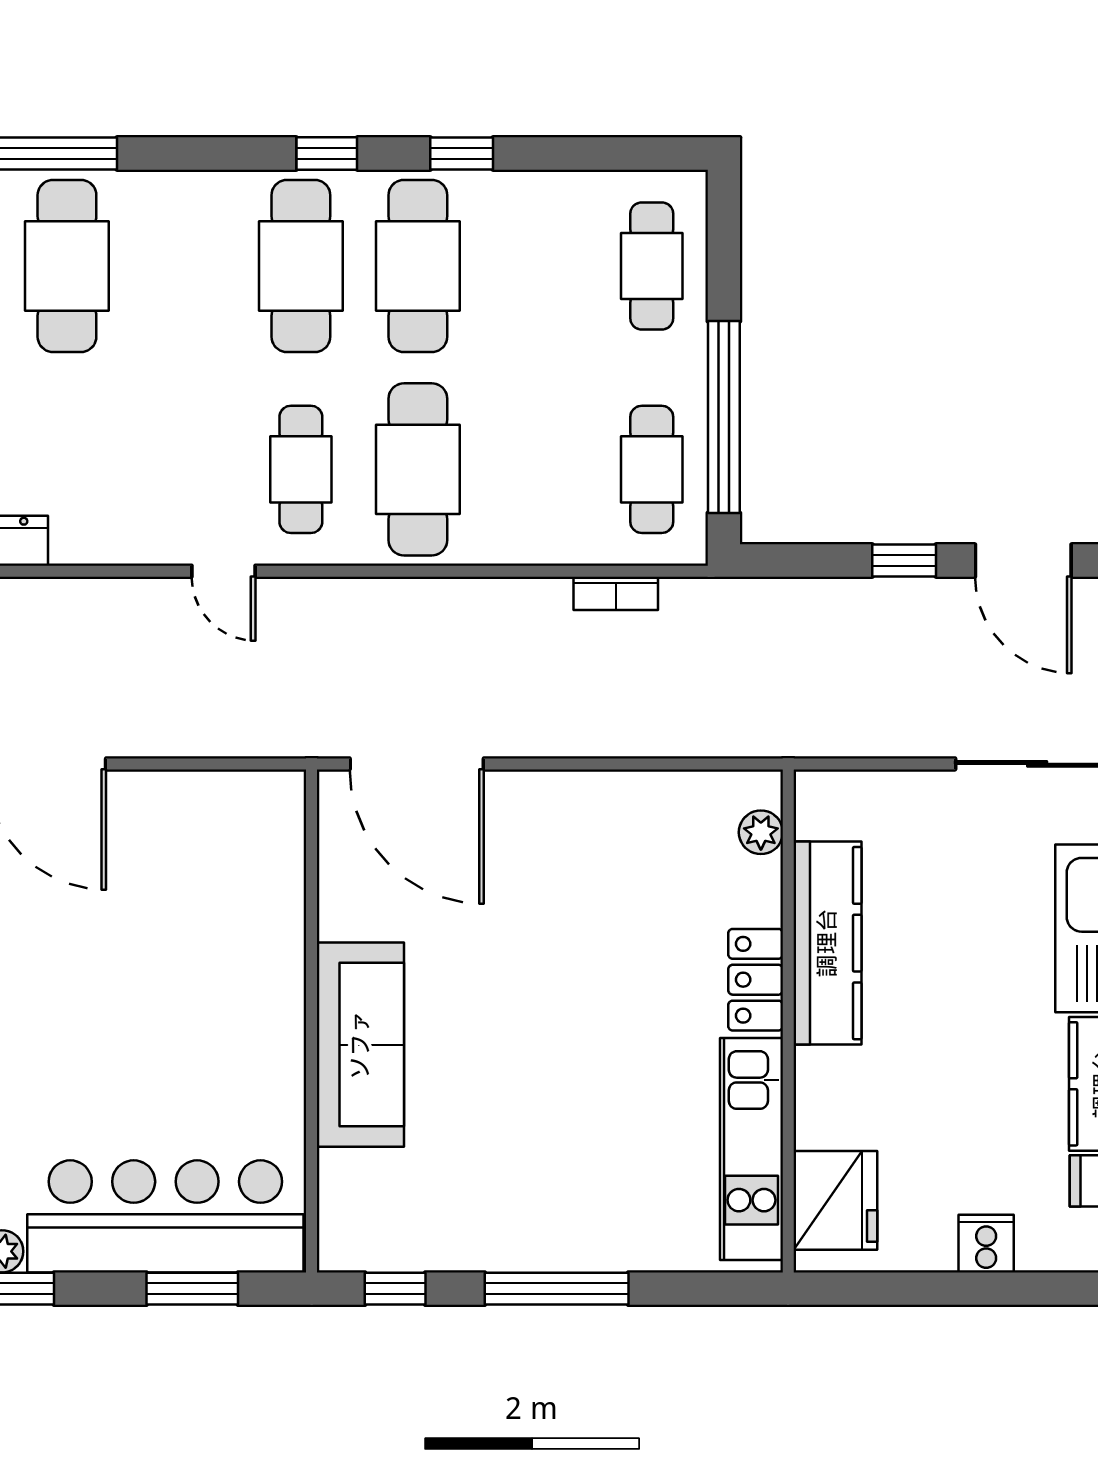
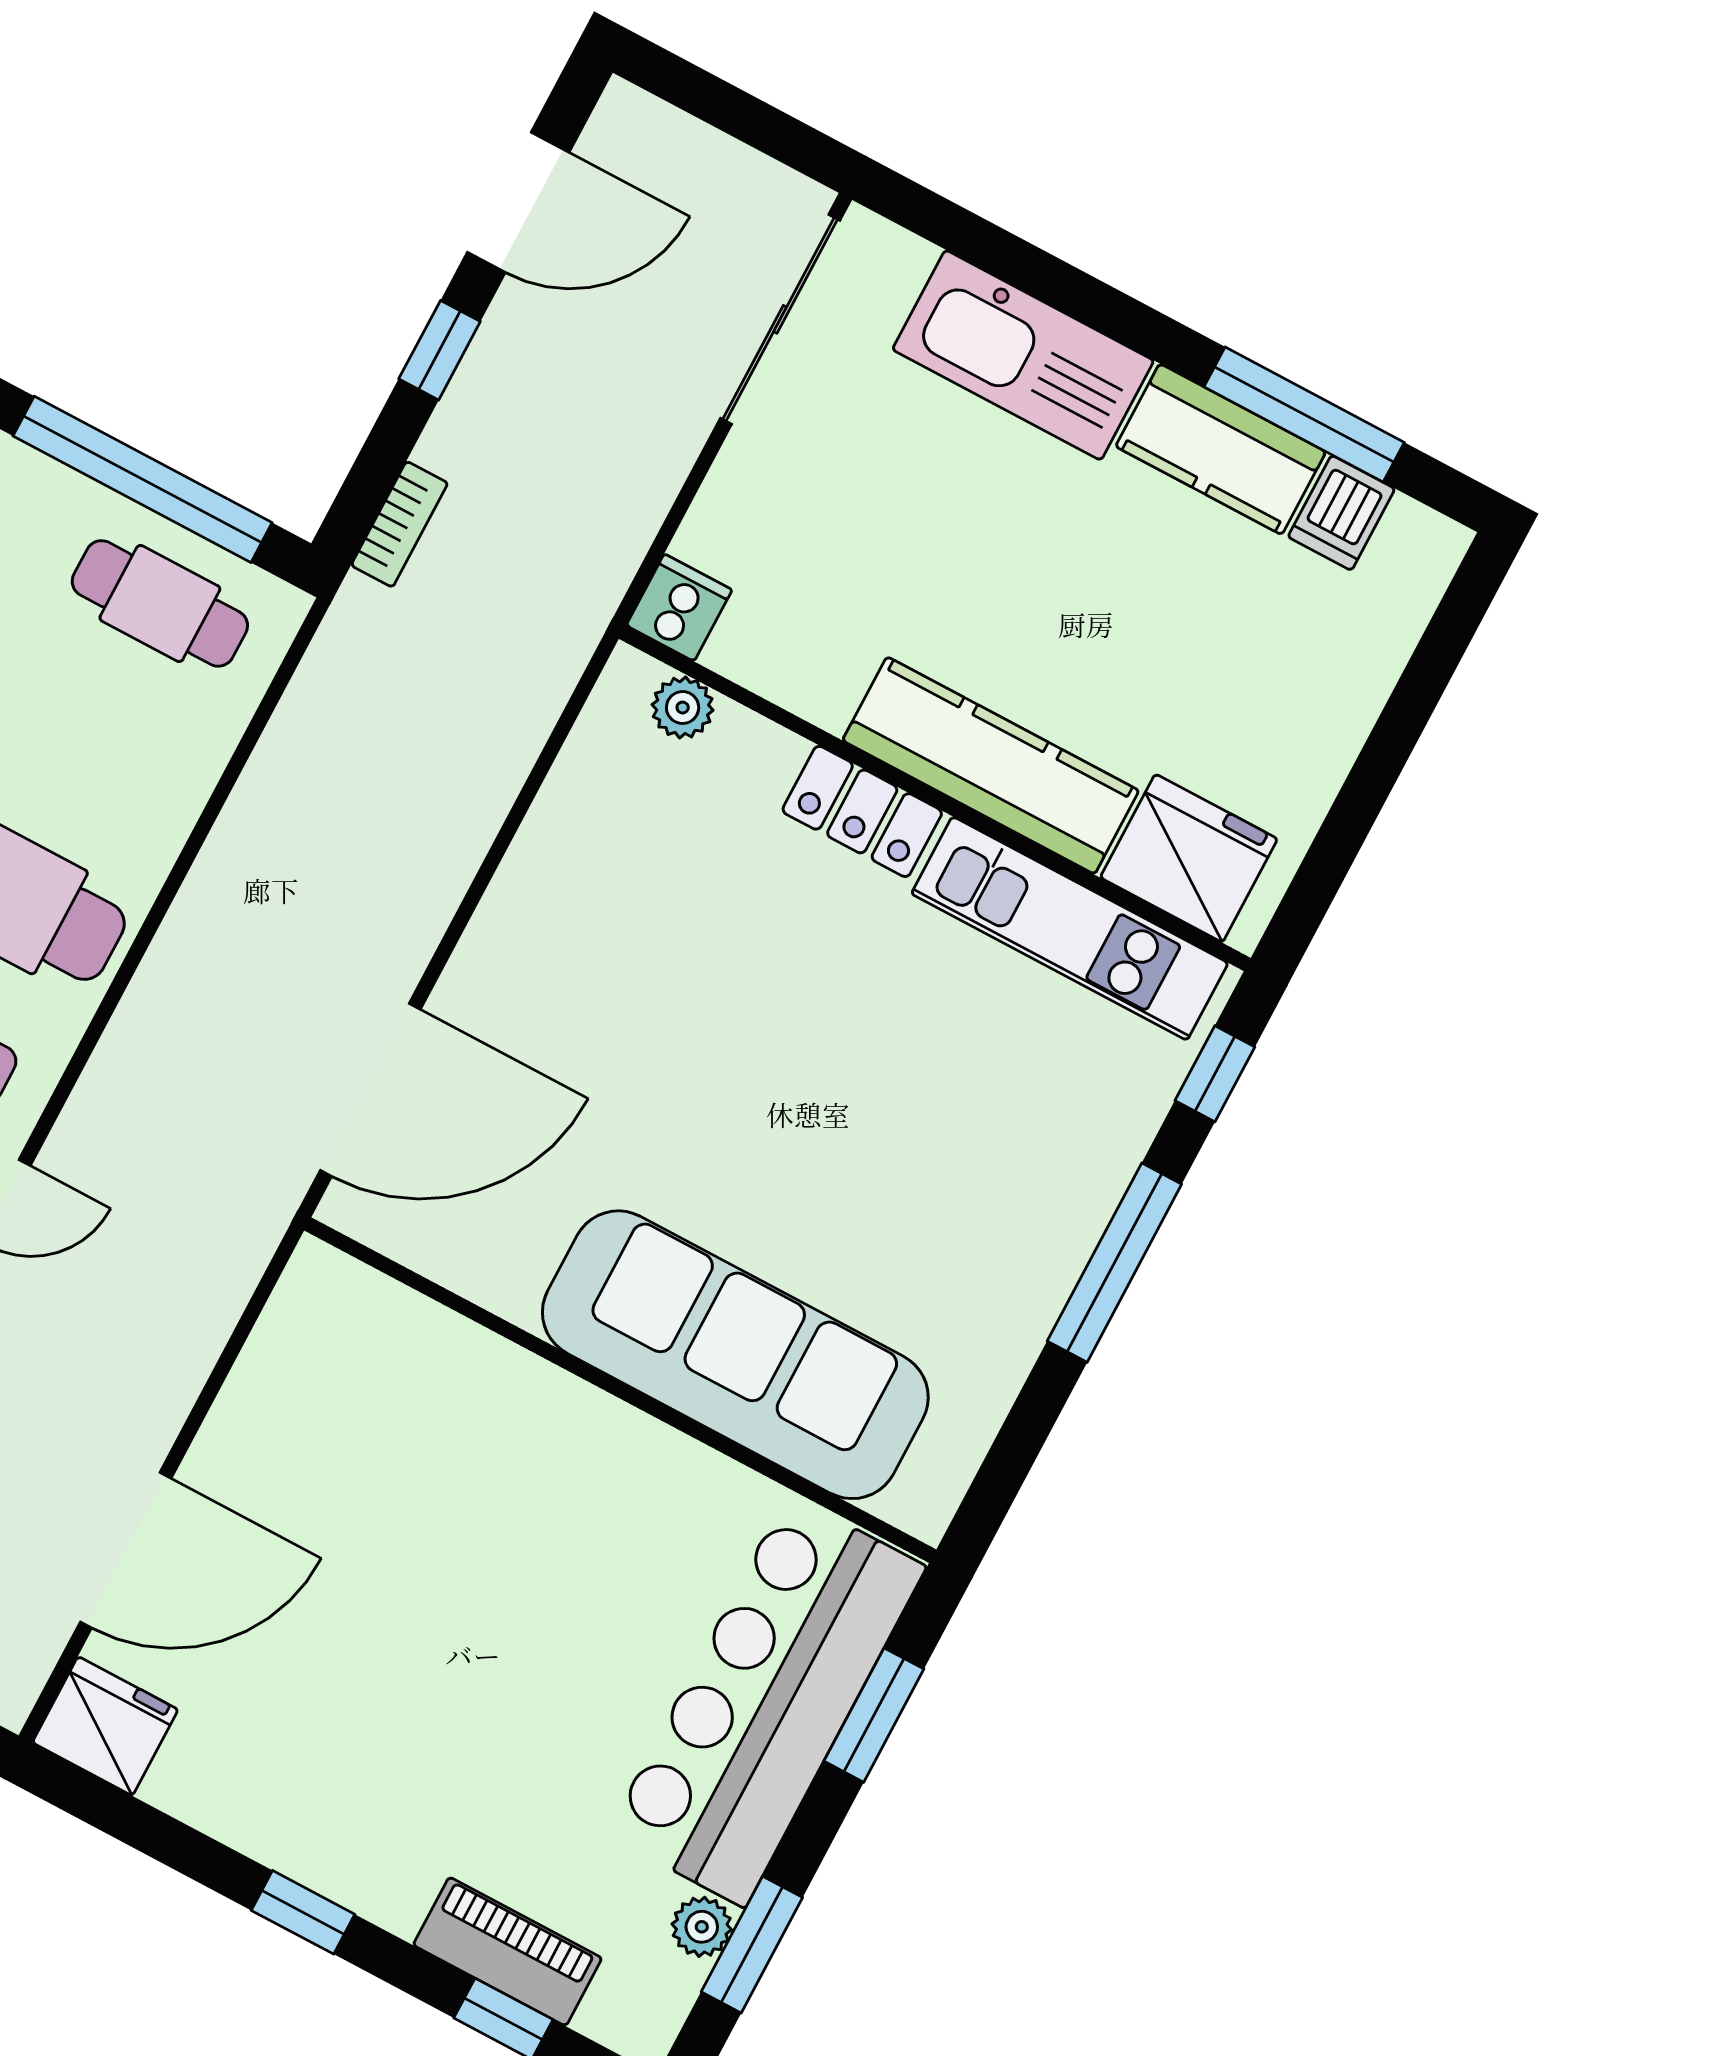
bookcase: (616, 593) -> (400, 524), moved
kitchen counter: (827, 943) -> (991, 765), moved
sofa: (360, 1045) -> (735, 1355), width x1.36, depth x1.27
cooker: (986, 1244) -> (679, 608), moved, turned 90
window: (395, 1289) -> (1215, 1074), moved

